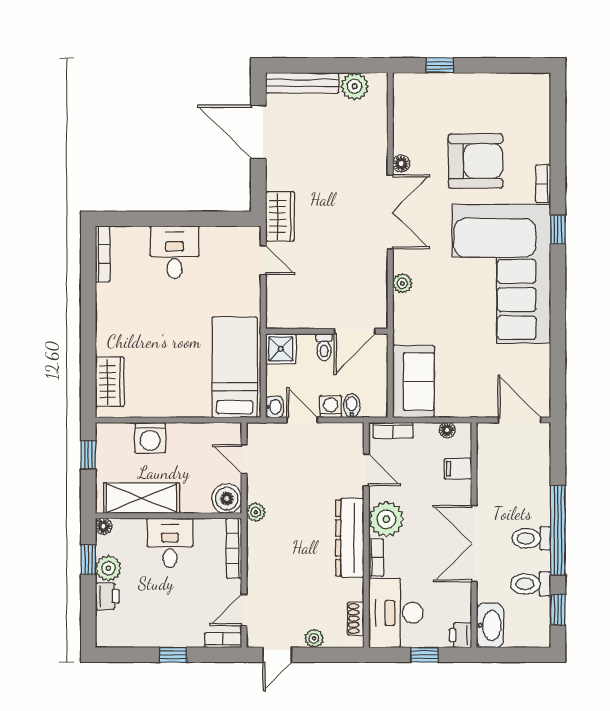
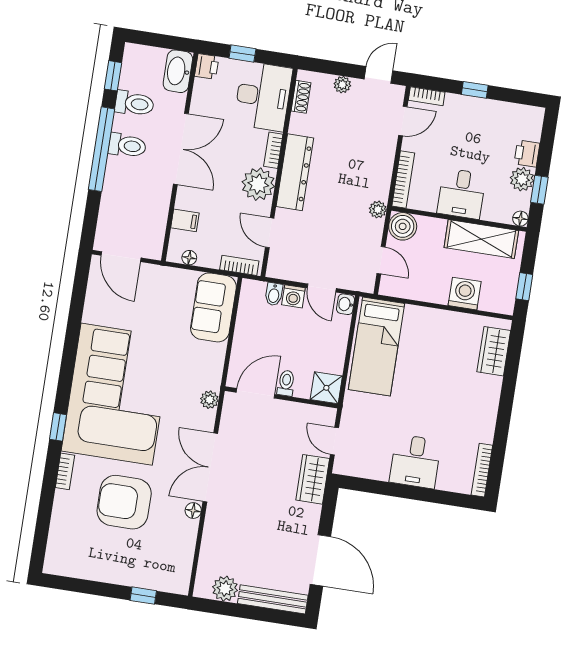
wall: (327, 331) -> (281, 397), moved
door: (355, 331) -> (256, 393), moved
toilet: (324, 347) -> (286, 383), moved
shower: (281, 349) -> (326, 388), moved

